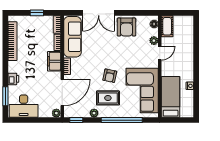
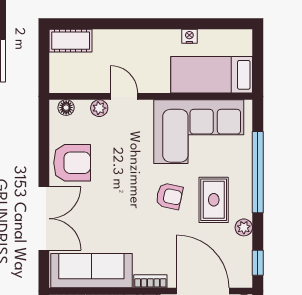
cot: (167, 26) -> (71, 41), moved

